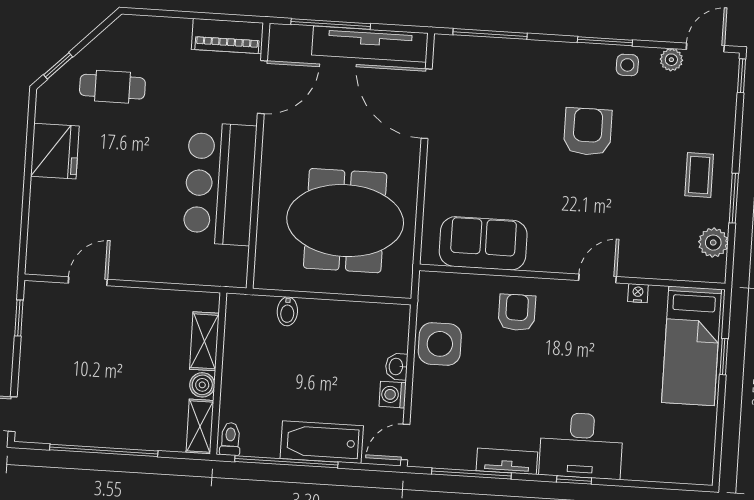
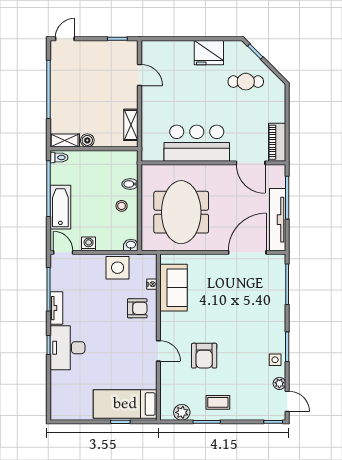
cafe table: (112, 87) -> (246, 82), turned 90
armchair: (588, 132) -> (204, 356), moved, turned 90
nightstand: (638, 293) -> (152, 284), moved
stool: (327, 329) -> (122, 206), added
shelving: (204, 341) -> (131, 125), moved, turned 90
washbasin: (397, 367) -> (131, 245), moved

